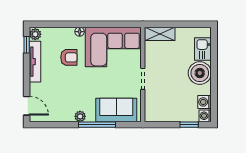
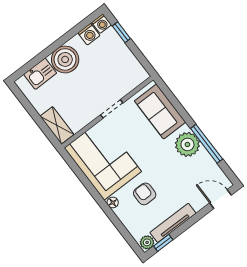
door: (27, 106) -> (221, 199), hinge flipped
plant: (80, 116) -> (187, 144), width x1.88, depth x1.88
window: (97, 125) -> (207, 144), moved

